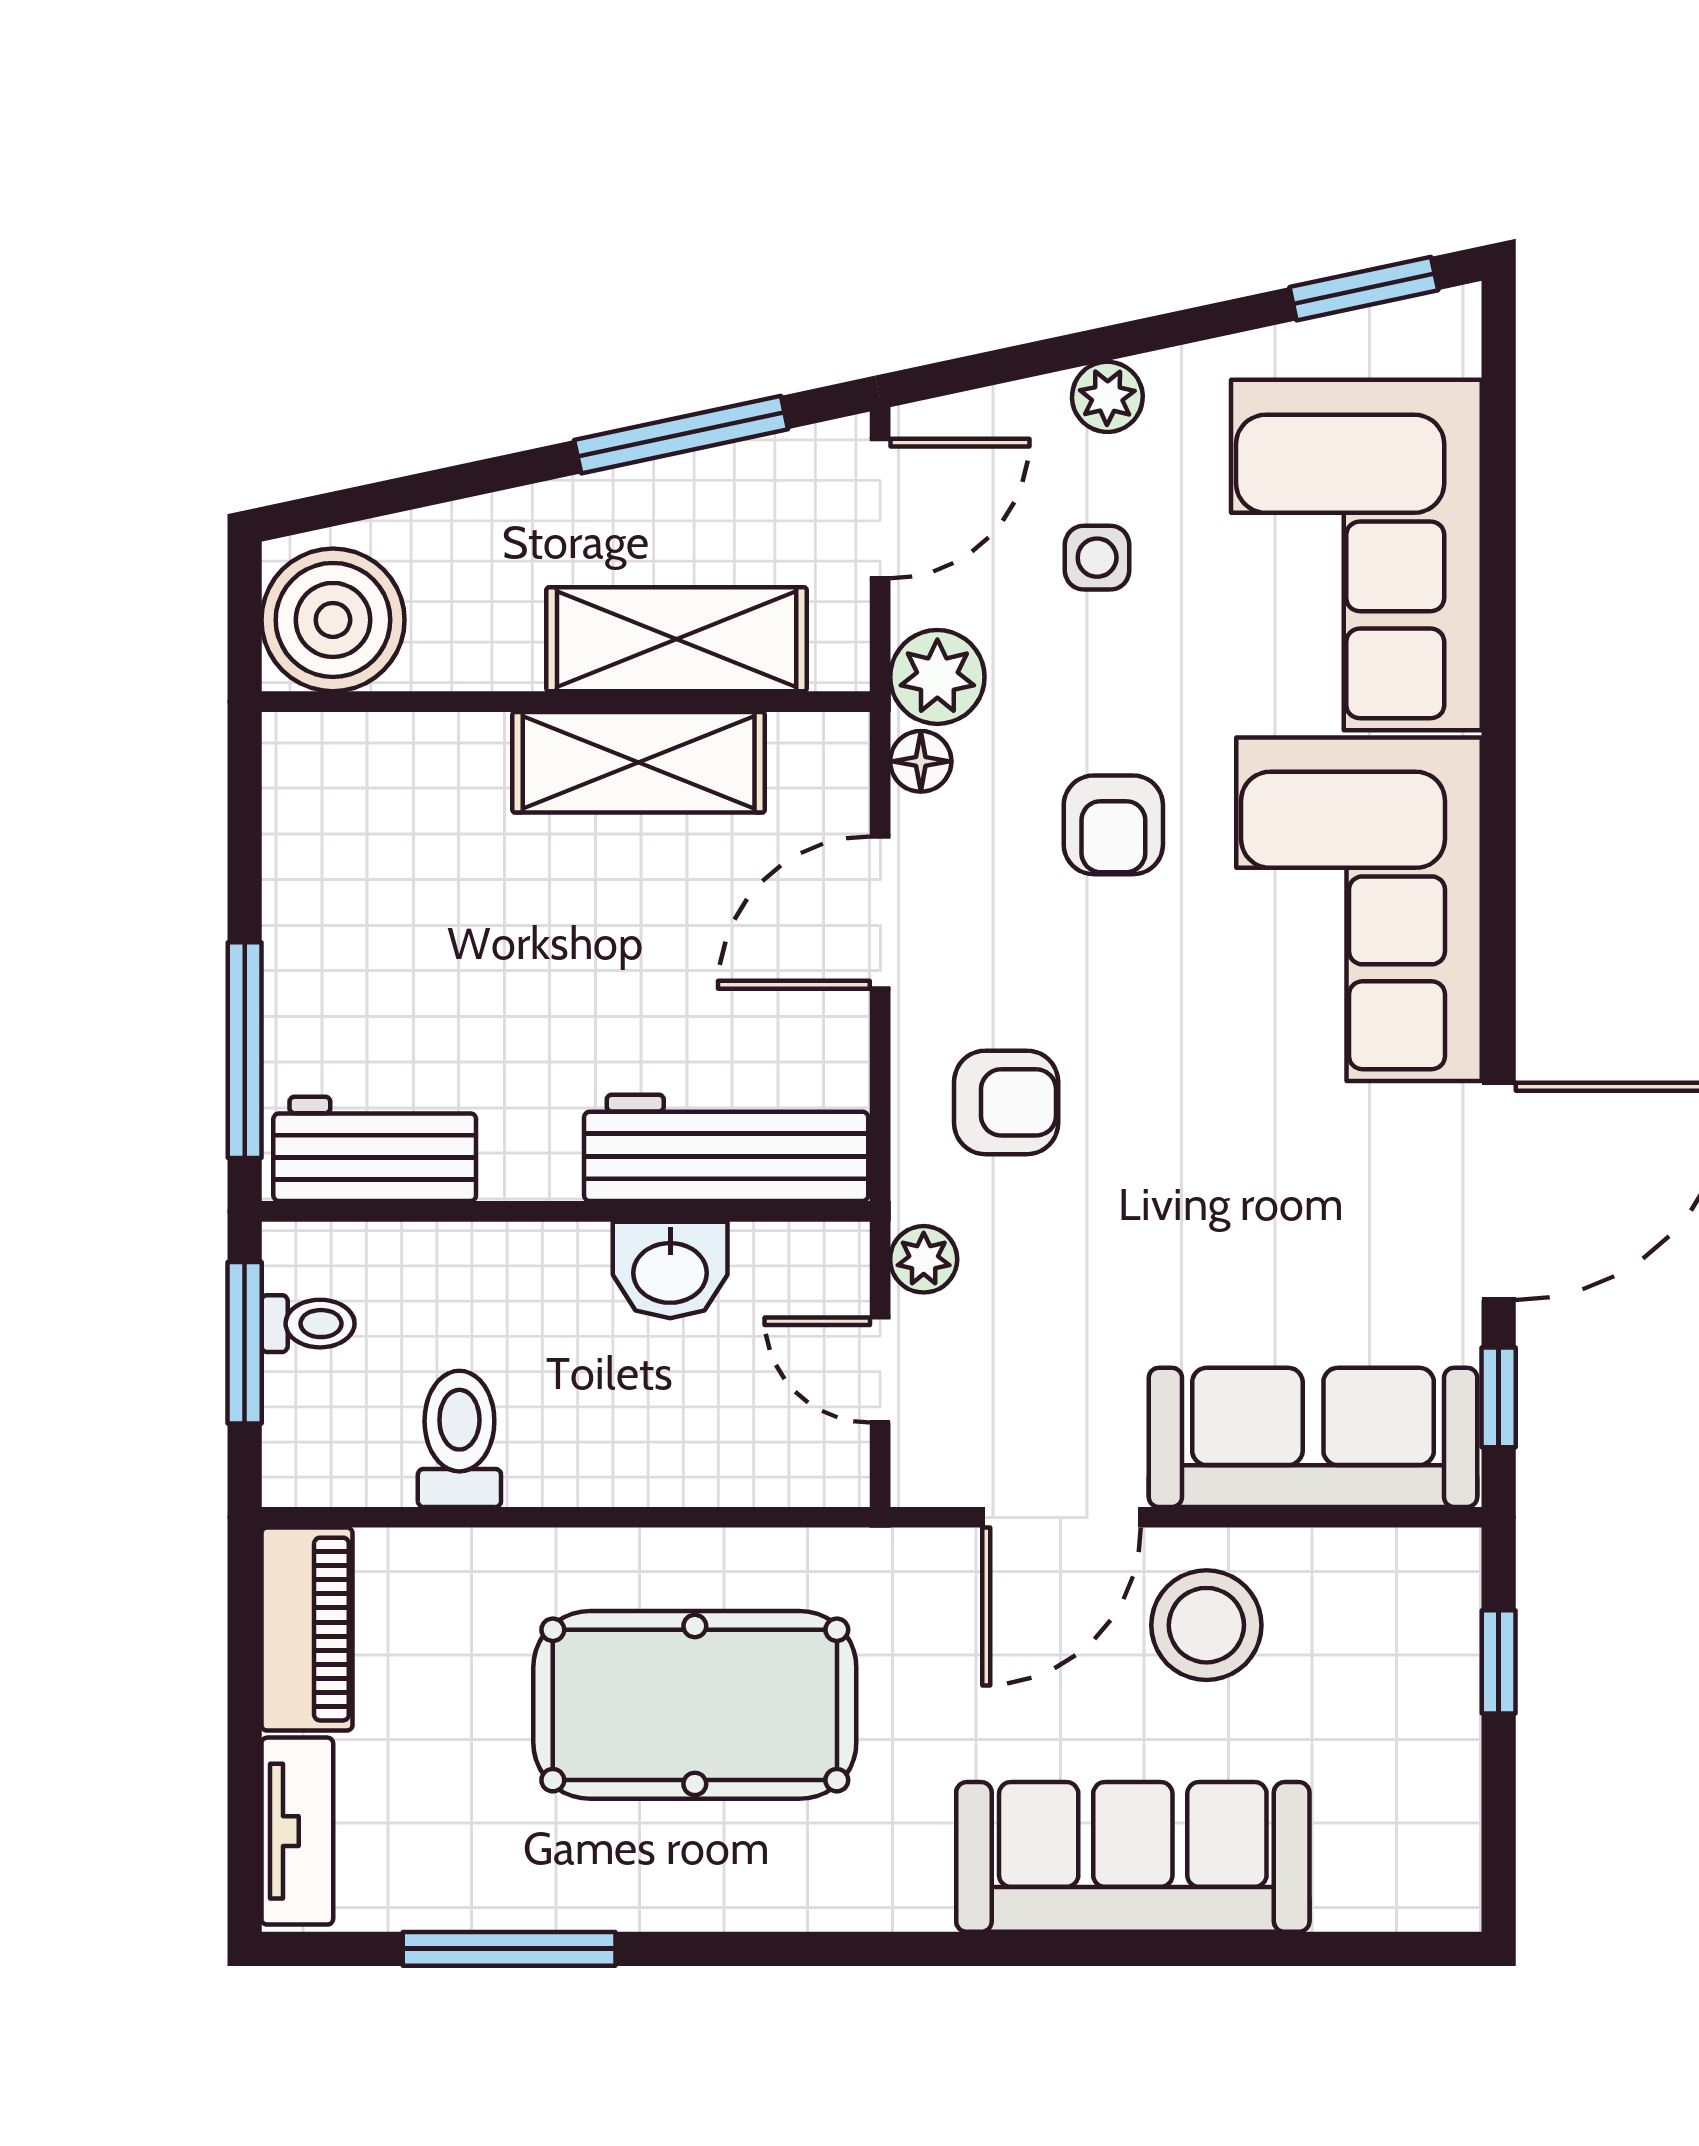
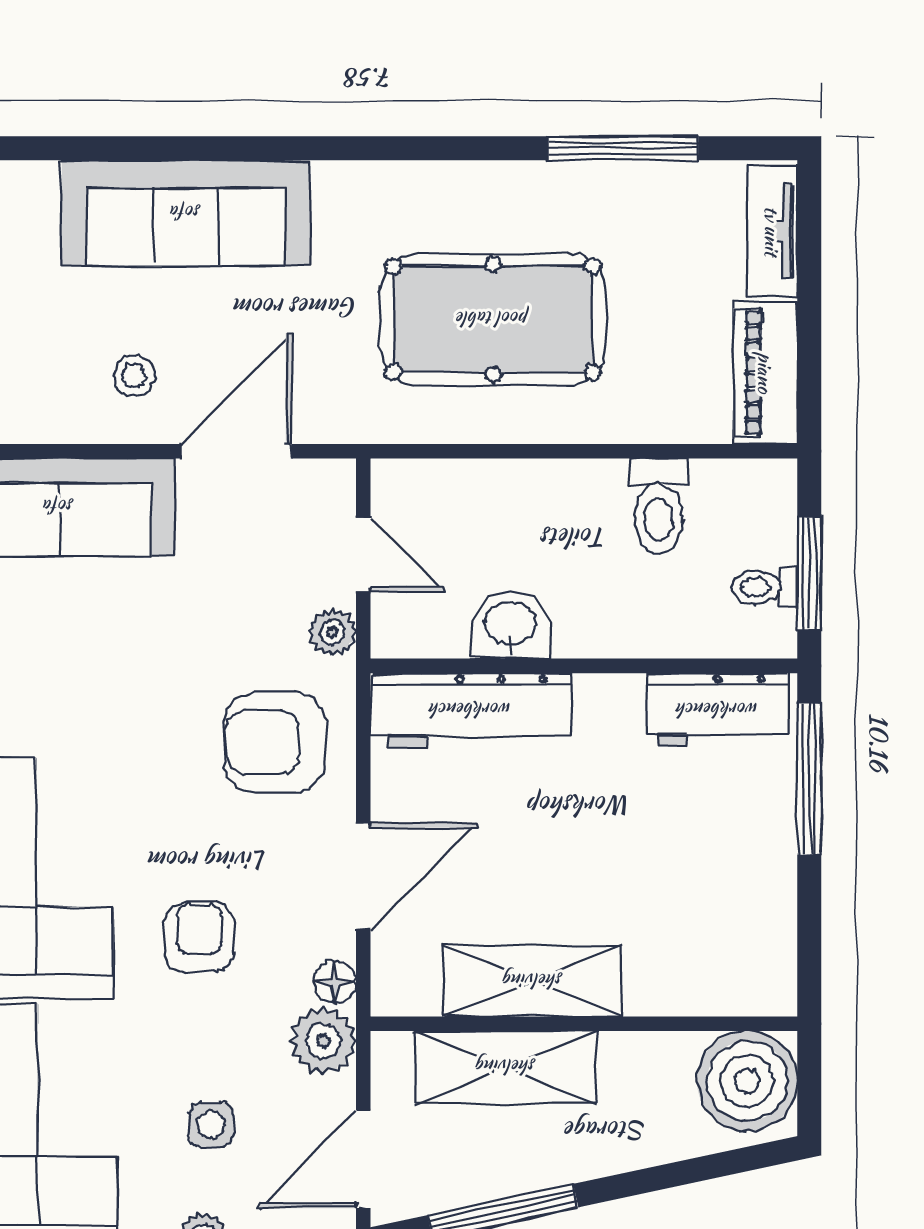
armchair: (1006, 1102) -> (275, 742), width x1.38, depth x1.38
stool: (1206, 1625) -> (134, 375), width x0.53, depth x0.53

